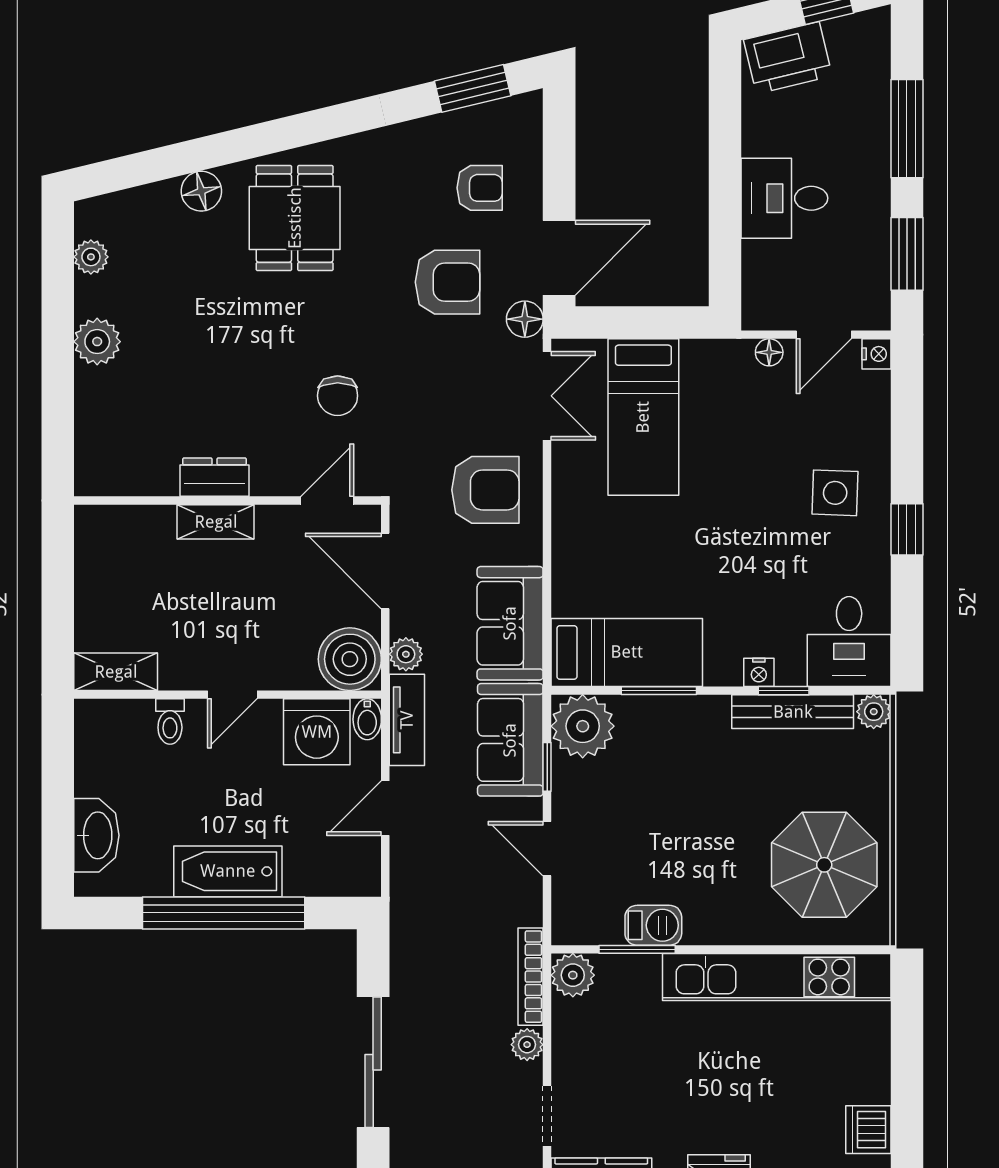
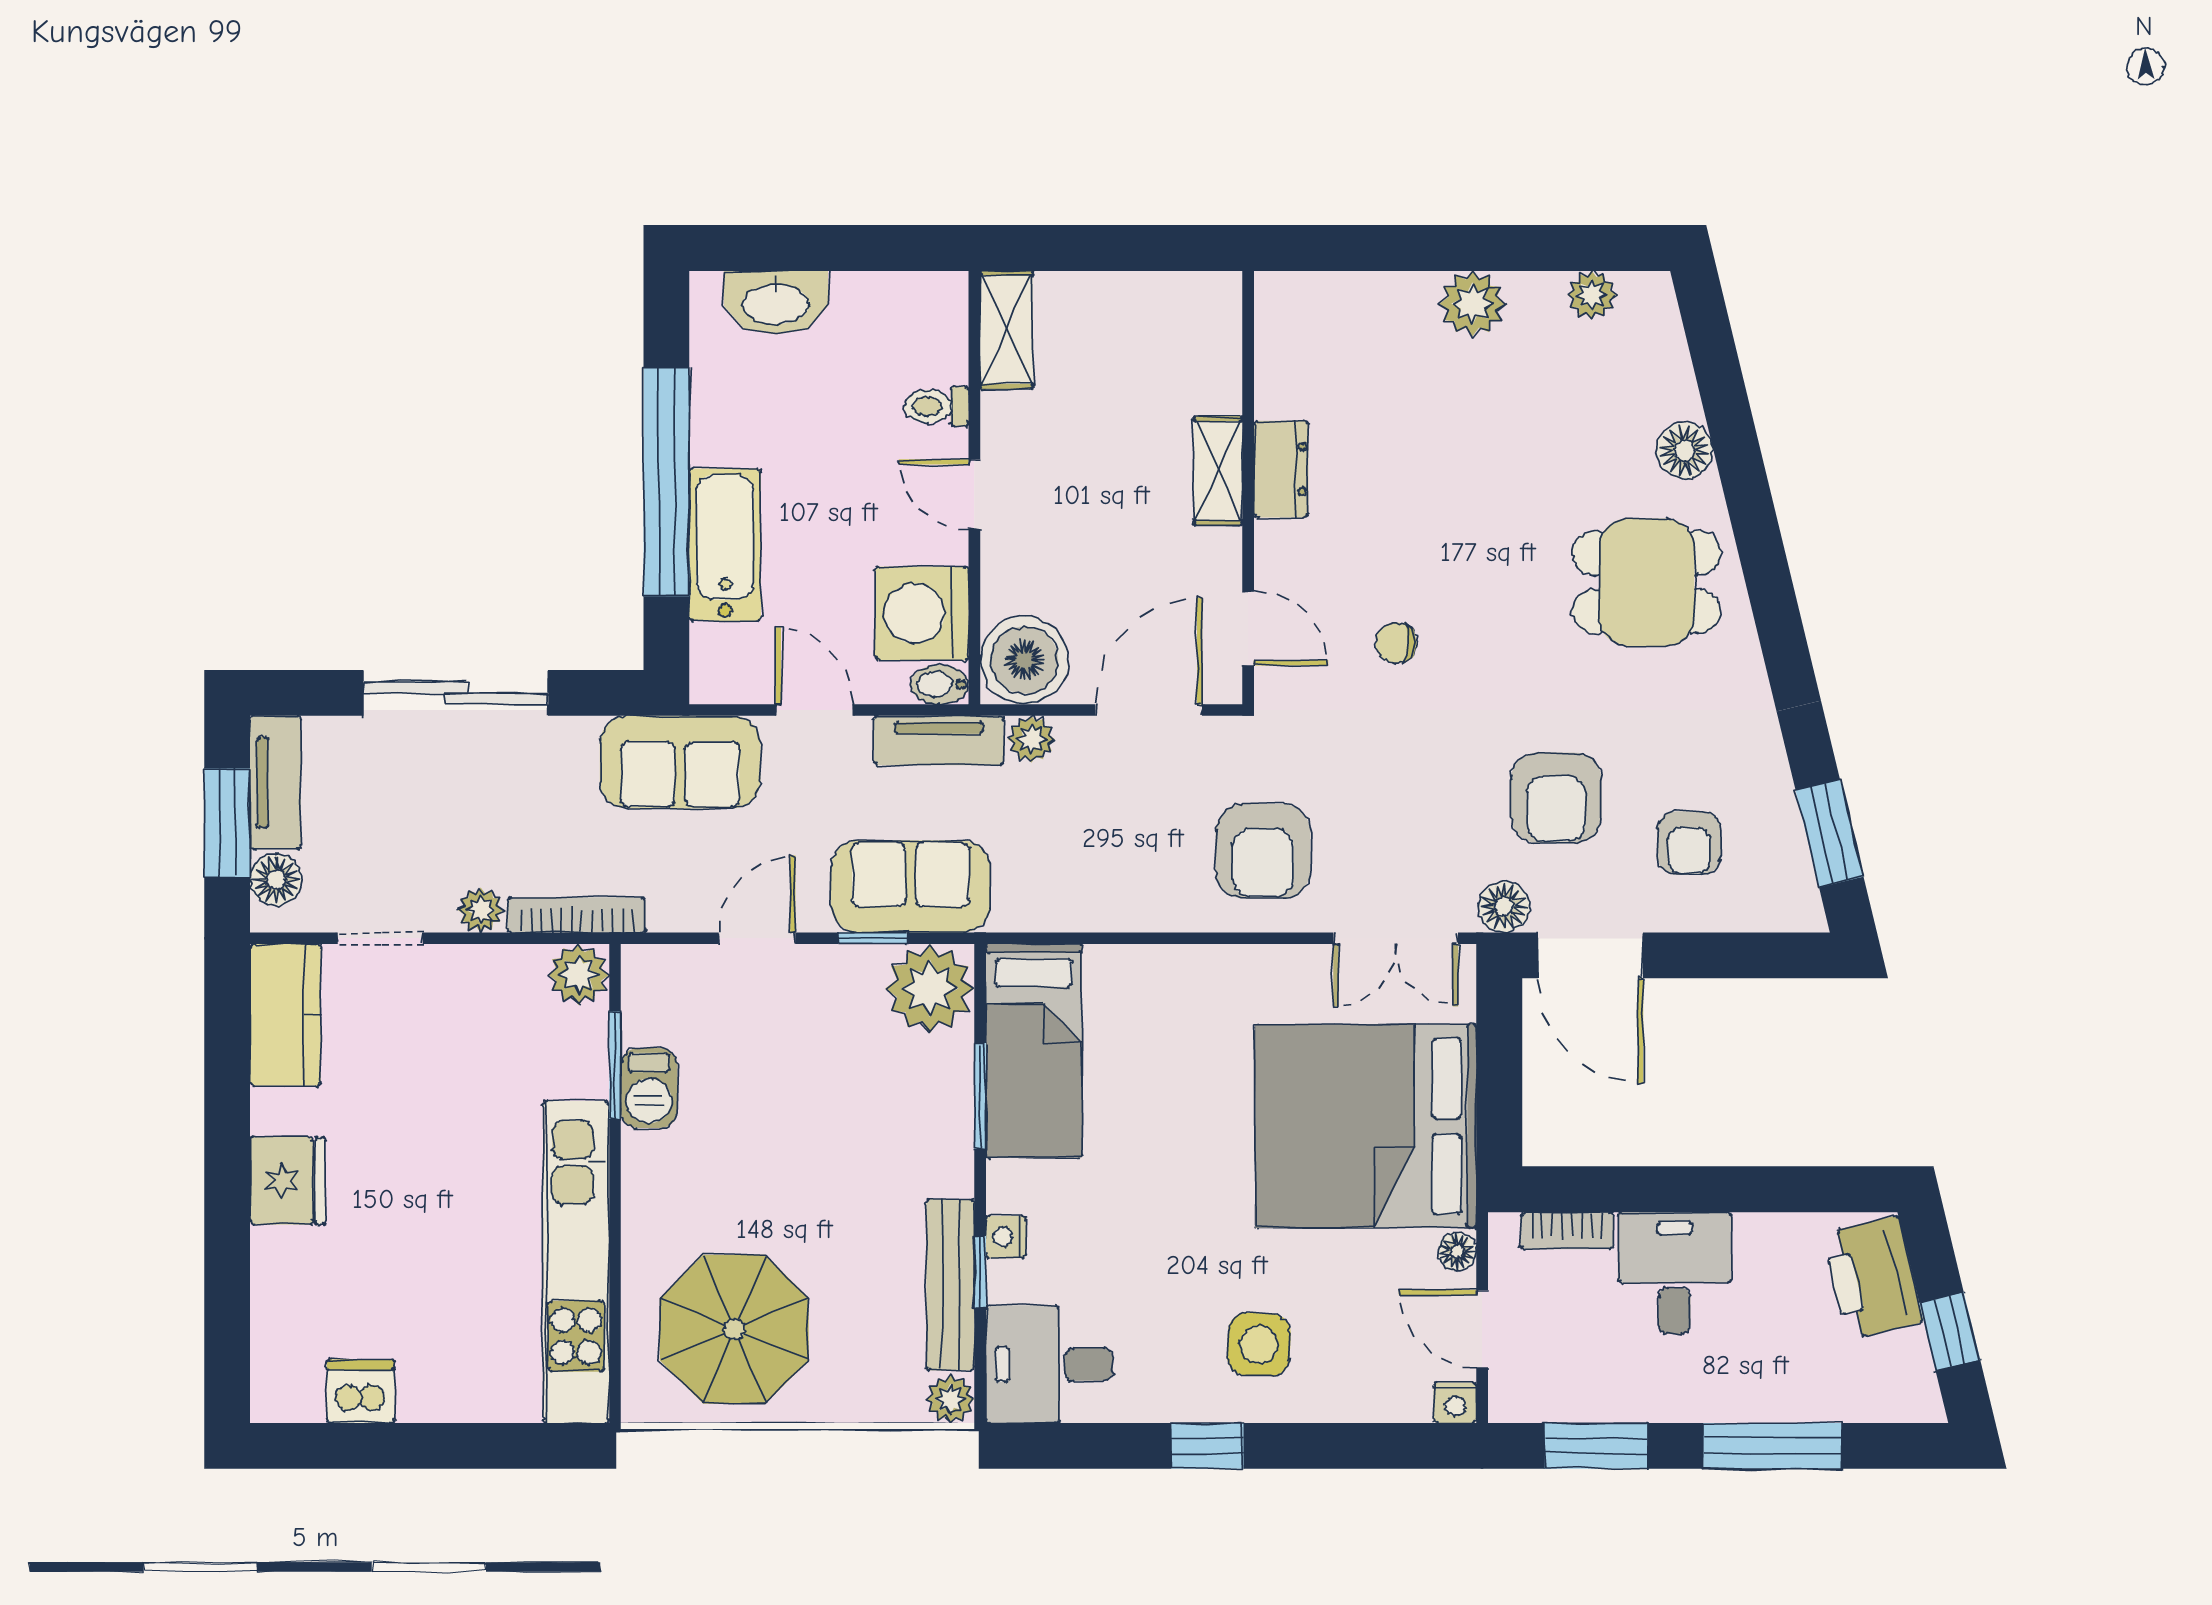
bookcase: (754, 275) -> (1567, 1231), added
chair: (338, 396) -> (1396, 643), width x0.73, depth x0.73
bed: (643, 417) -> (1366, 1126), width x2.04
sofa: (510, 623) -> (680, 762), moved, turned 180
bathtub: (228, 871) -> (725, 545), moved

